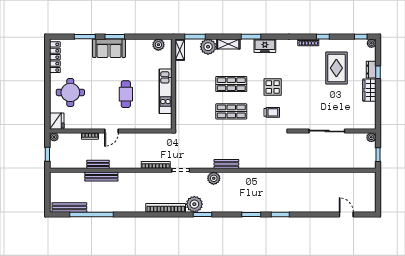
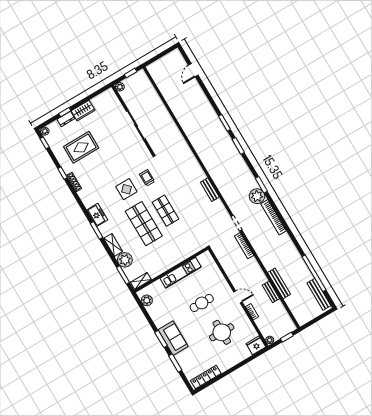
shop shelf: (231, 84) -> (144, 224), width x1.43, depth x1.36
round table: (70, 92) -> (222, 332), moved
plant: (214, 178) -> (227, 193), removed

